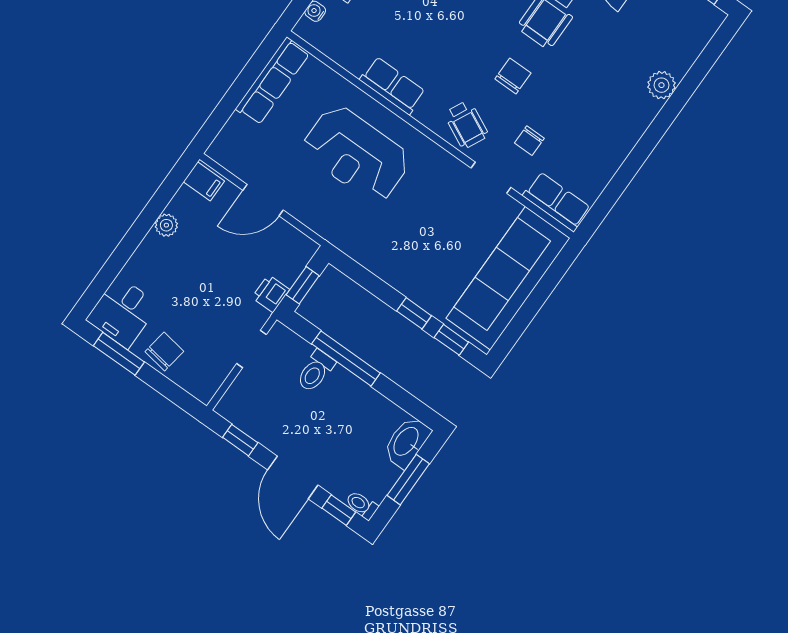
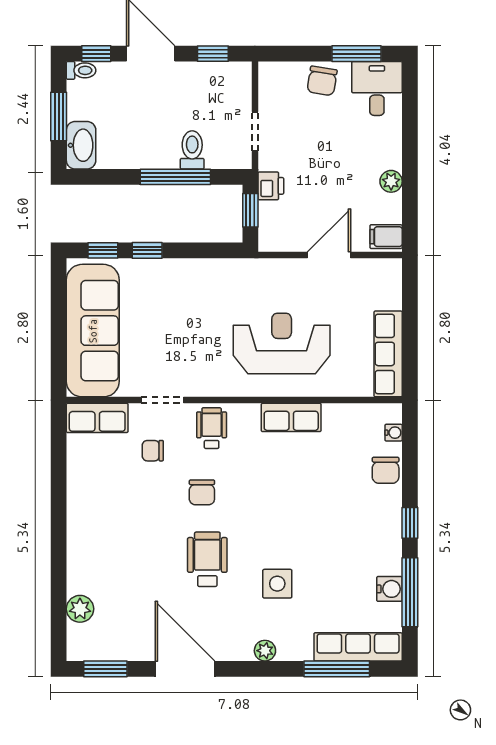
plant: (661, 85) -> (80, 609), moved
wheelchair: (466, 124) -> (212, 428), turned 64
chair: (529, 141) -> (153, 451), turned -90

